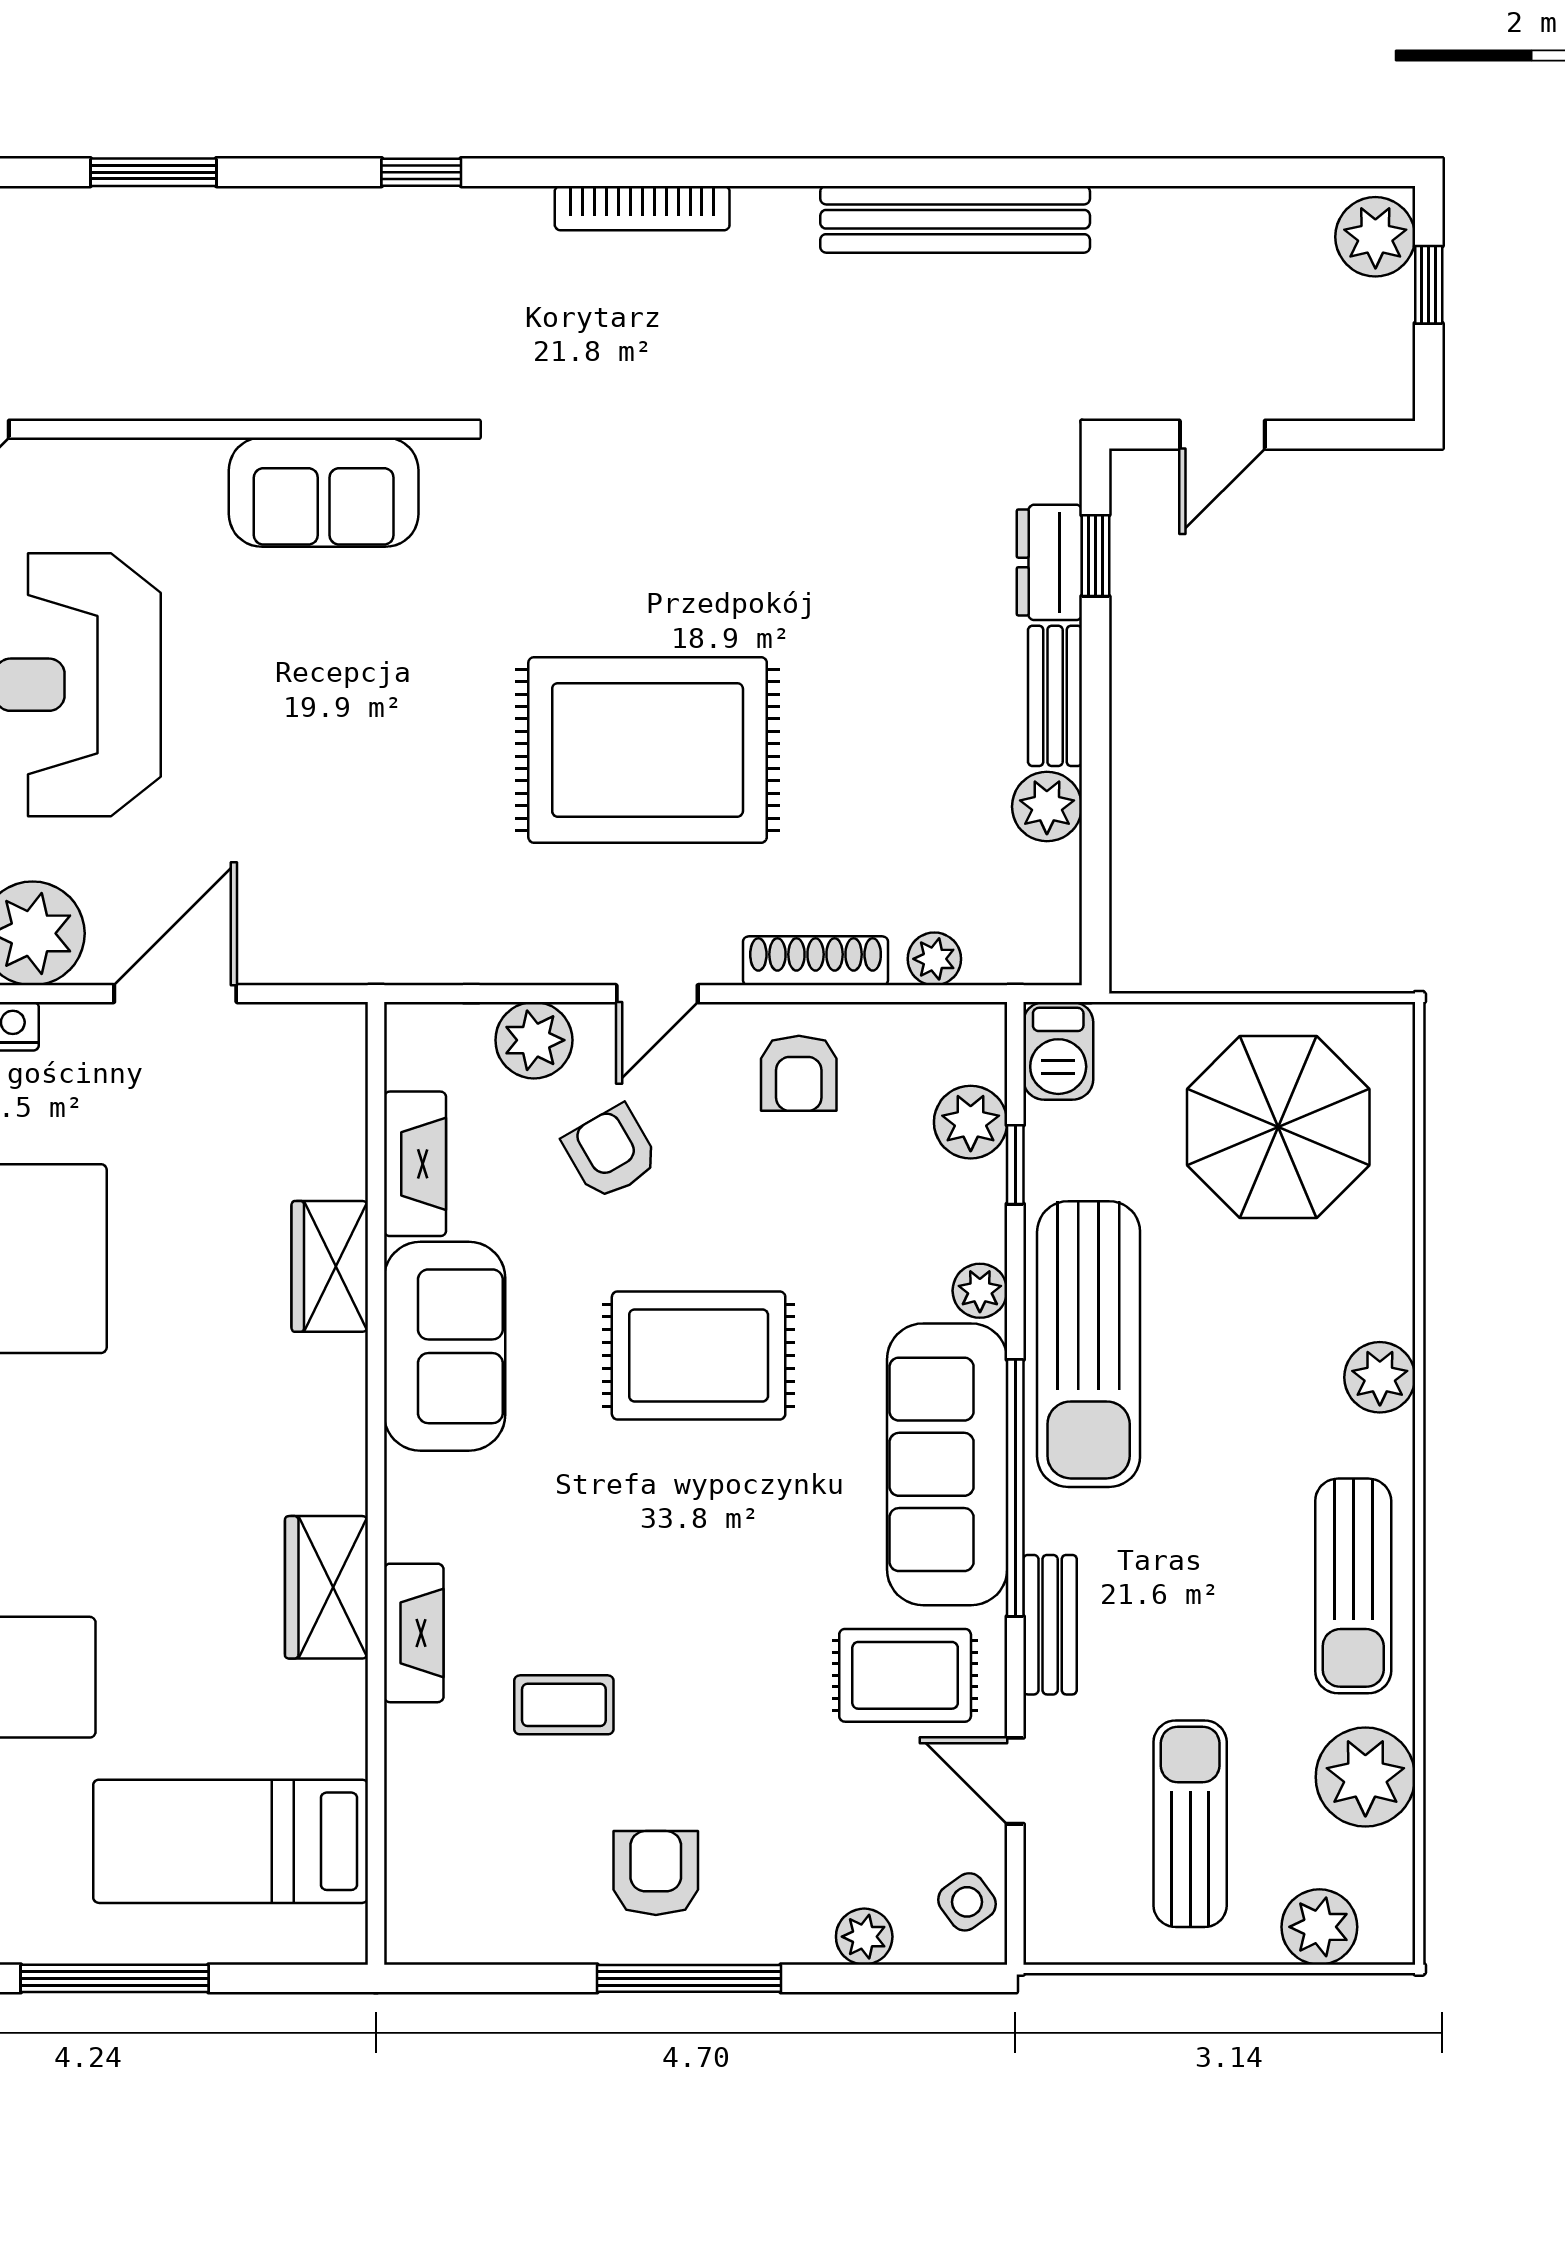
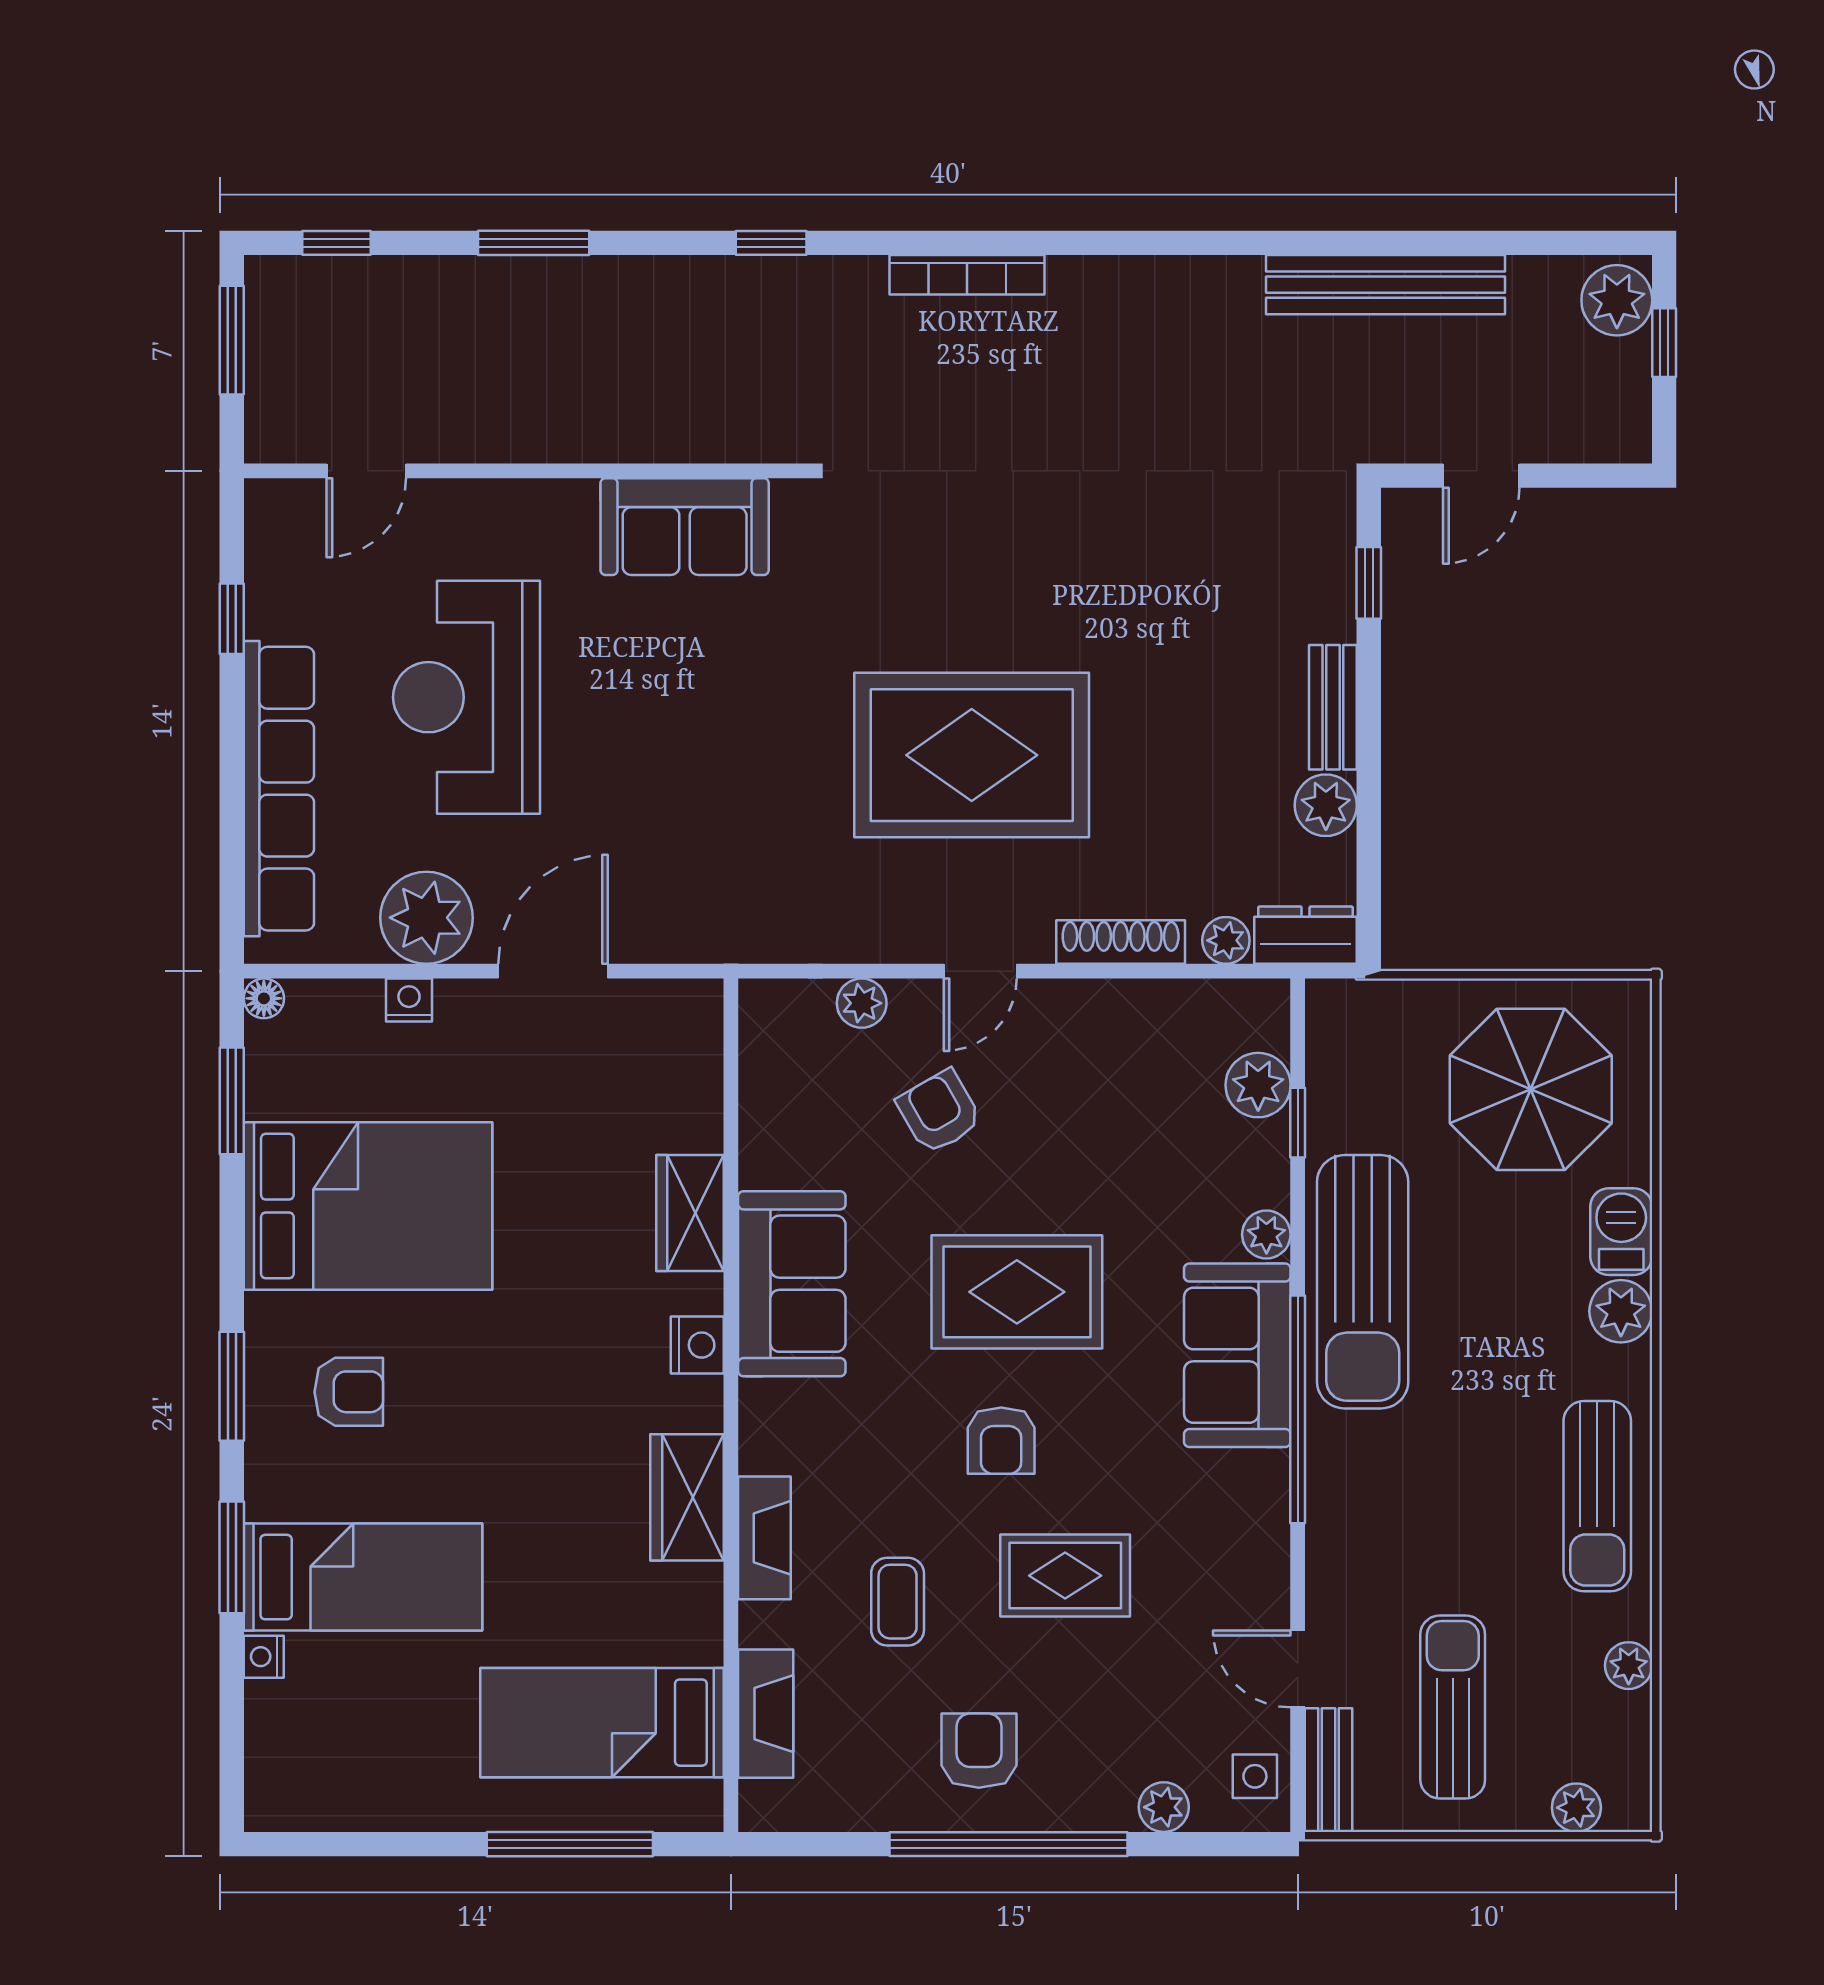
bench: (955, 219) -> (1385, 285), moved
dresser: (1049, 562) -> (1306, 935), moved, turned 90
plant: (534, 1040) -> (862, 1003), width x0.73, depth x0.73
barbecue: (1058, 1051) -> (1621, 1232), moved, turned 180
armchair: (799, 1073) -> (1001, 1441), moved
fireplace: (415, 1164) -> (766, 1714), moved
nightstand: (338, 1415) -> (697, 1345), added
sofa: (947, 1464) -> (1237, 1355), width x0.73
bench: (1050, 1625) -> (1329, 1770), moved
rug: (905, 1675) -> (1065, 1576), moved
coffee table: (564, 1705) -> (898, 1602), turned 90
plant: (1365, 1777) -> (1629, 1666), width x0.53, depth x0.53
side table: (967, 1902) -> (1255, 1776), turned 36
plant: (1319, 1927) -> (1576, 1808), width x0.73, depth x0.73
window: (115, 1978) -> (570, 1844), moved
window: (689, 1978) -> (1008, 1844), width x1.46

